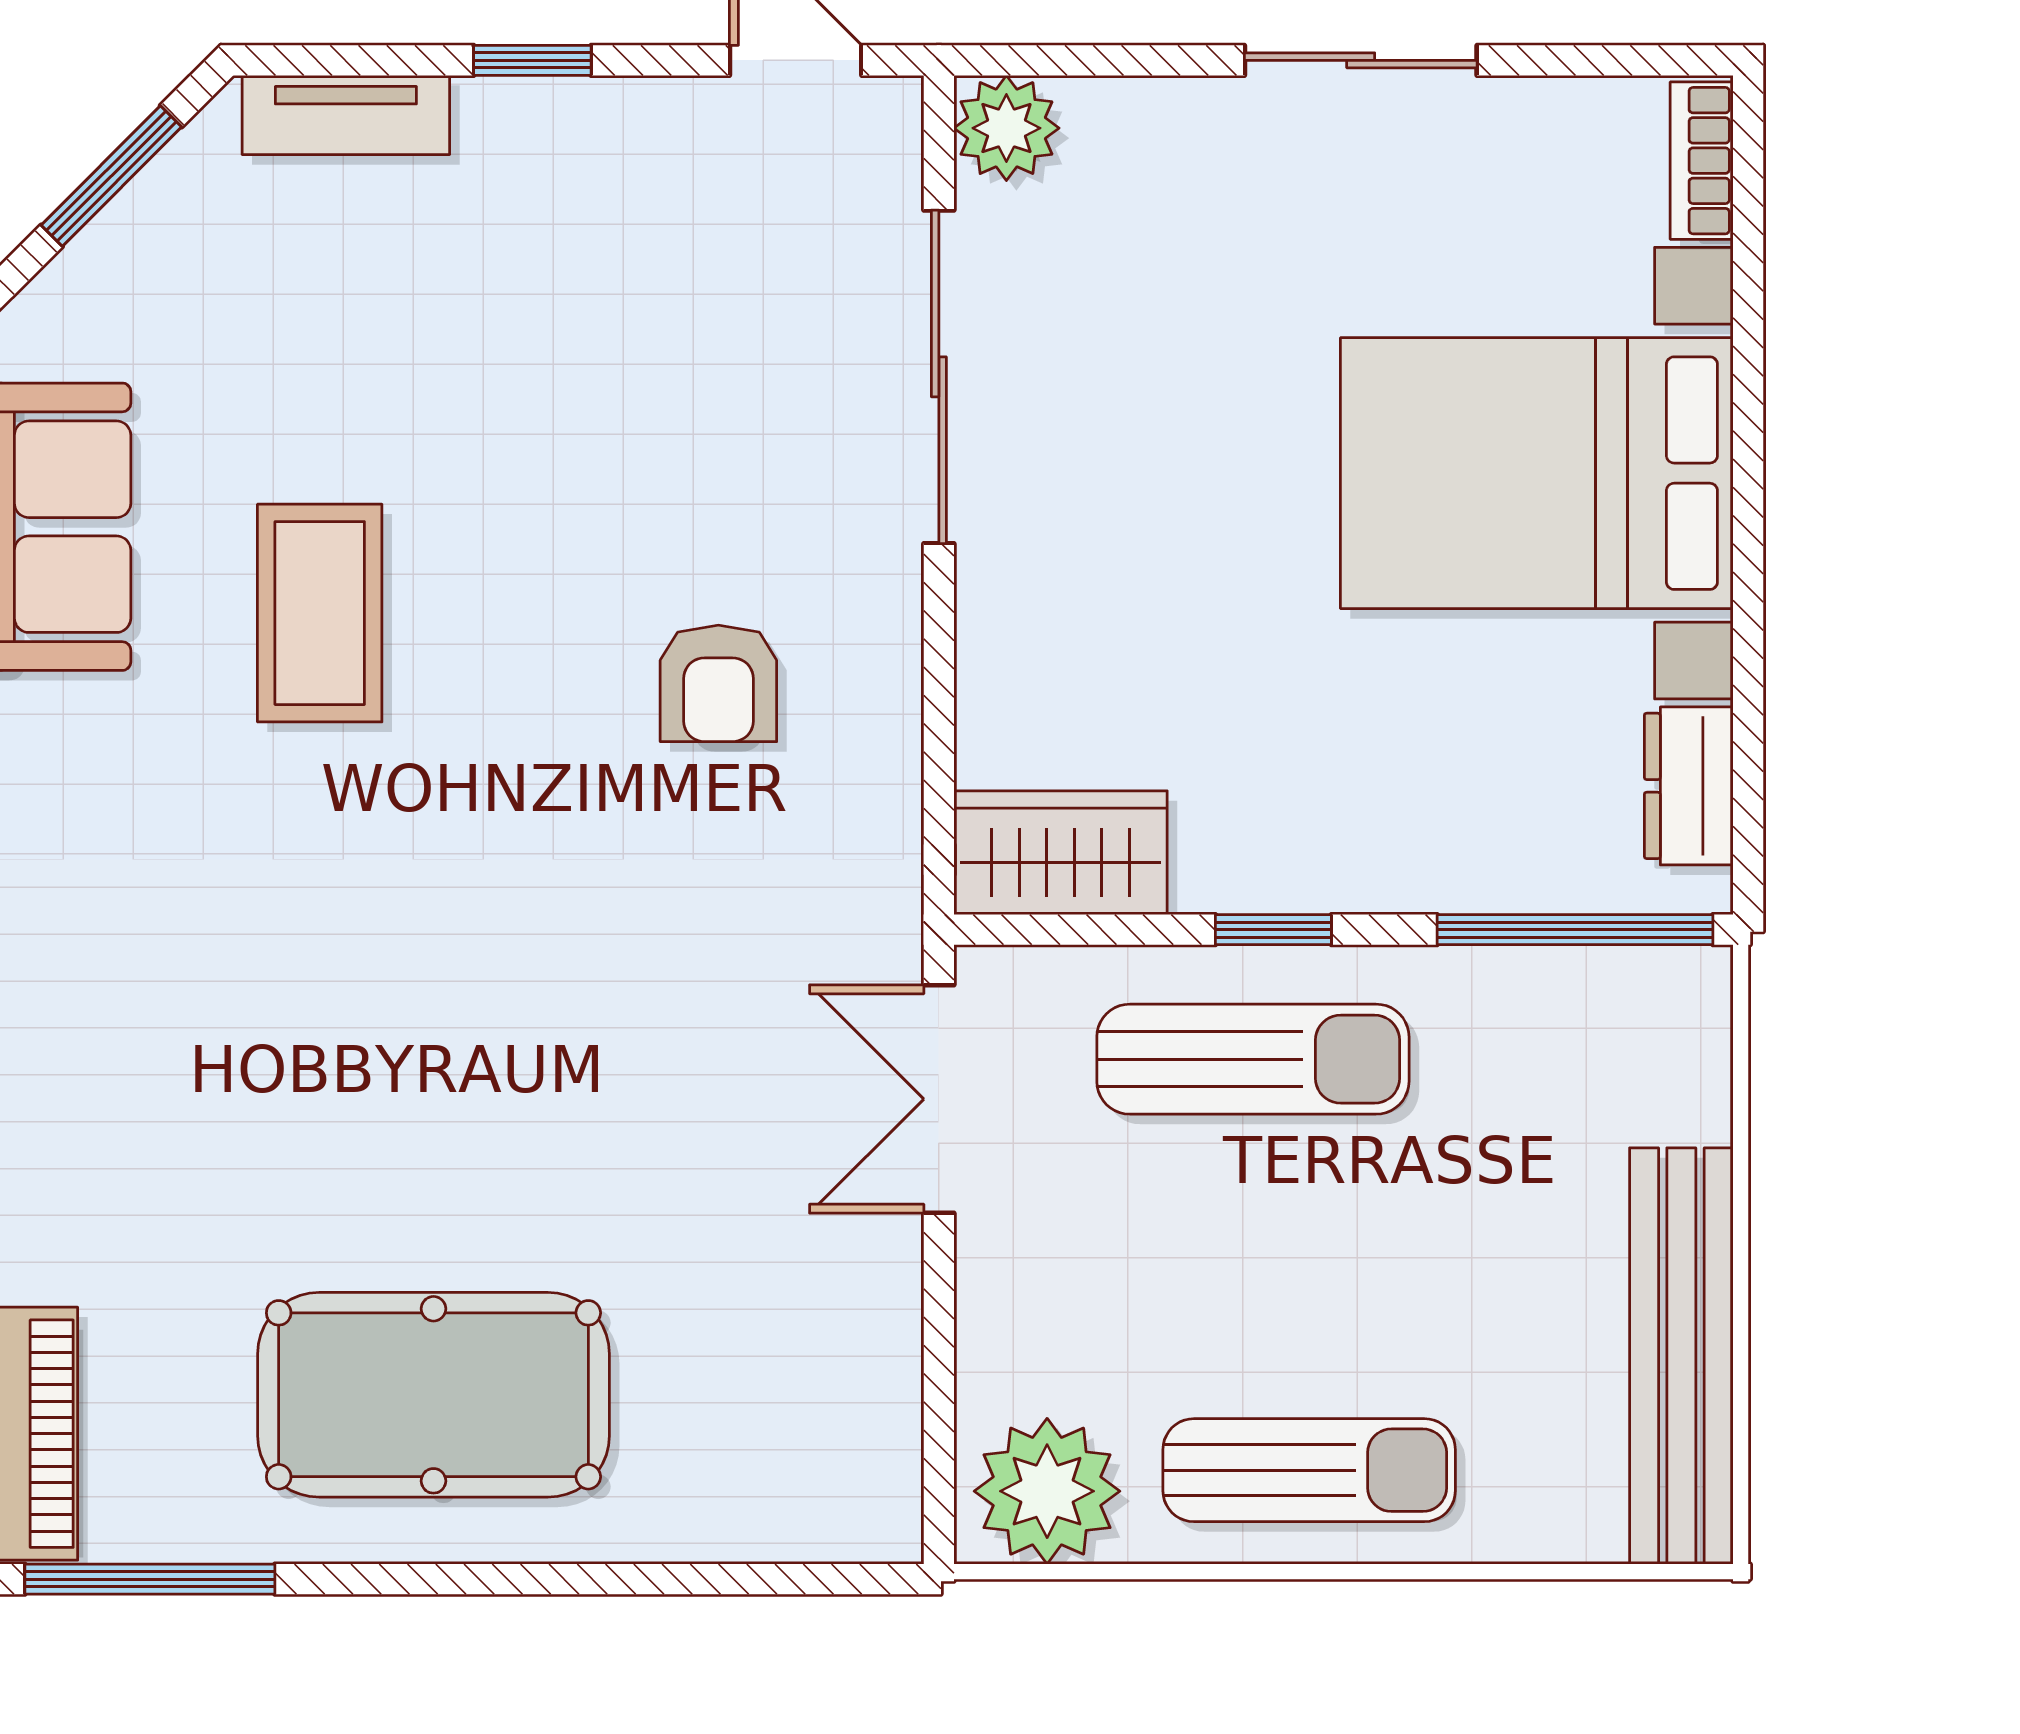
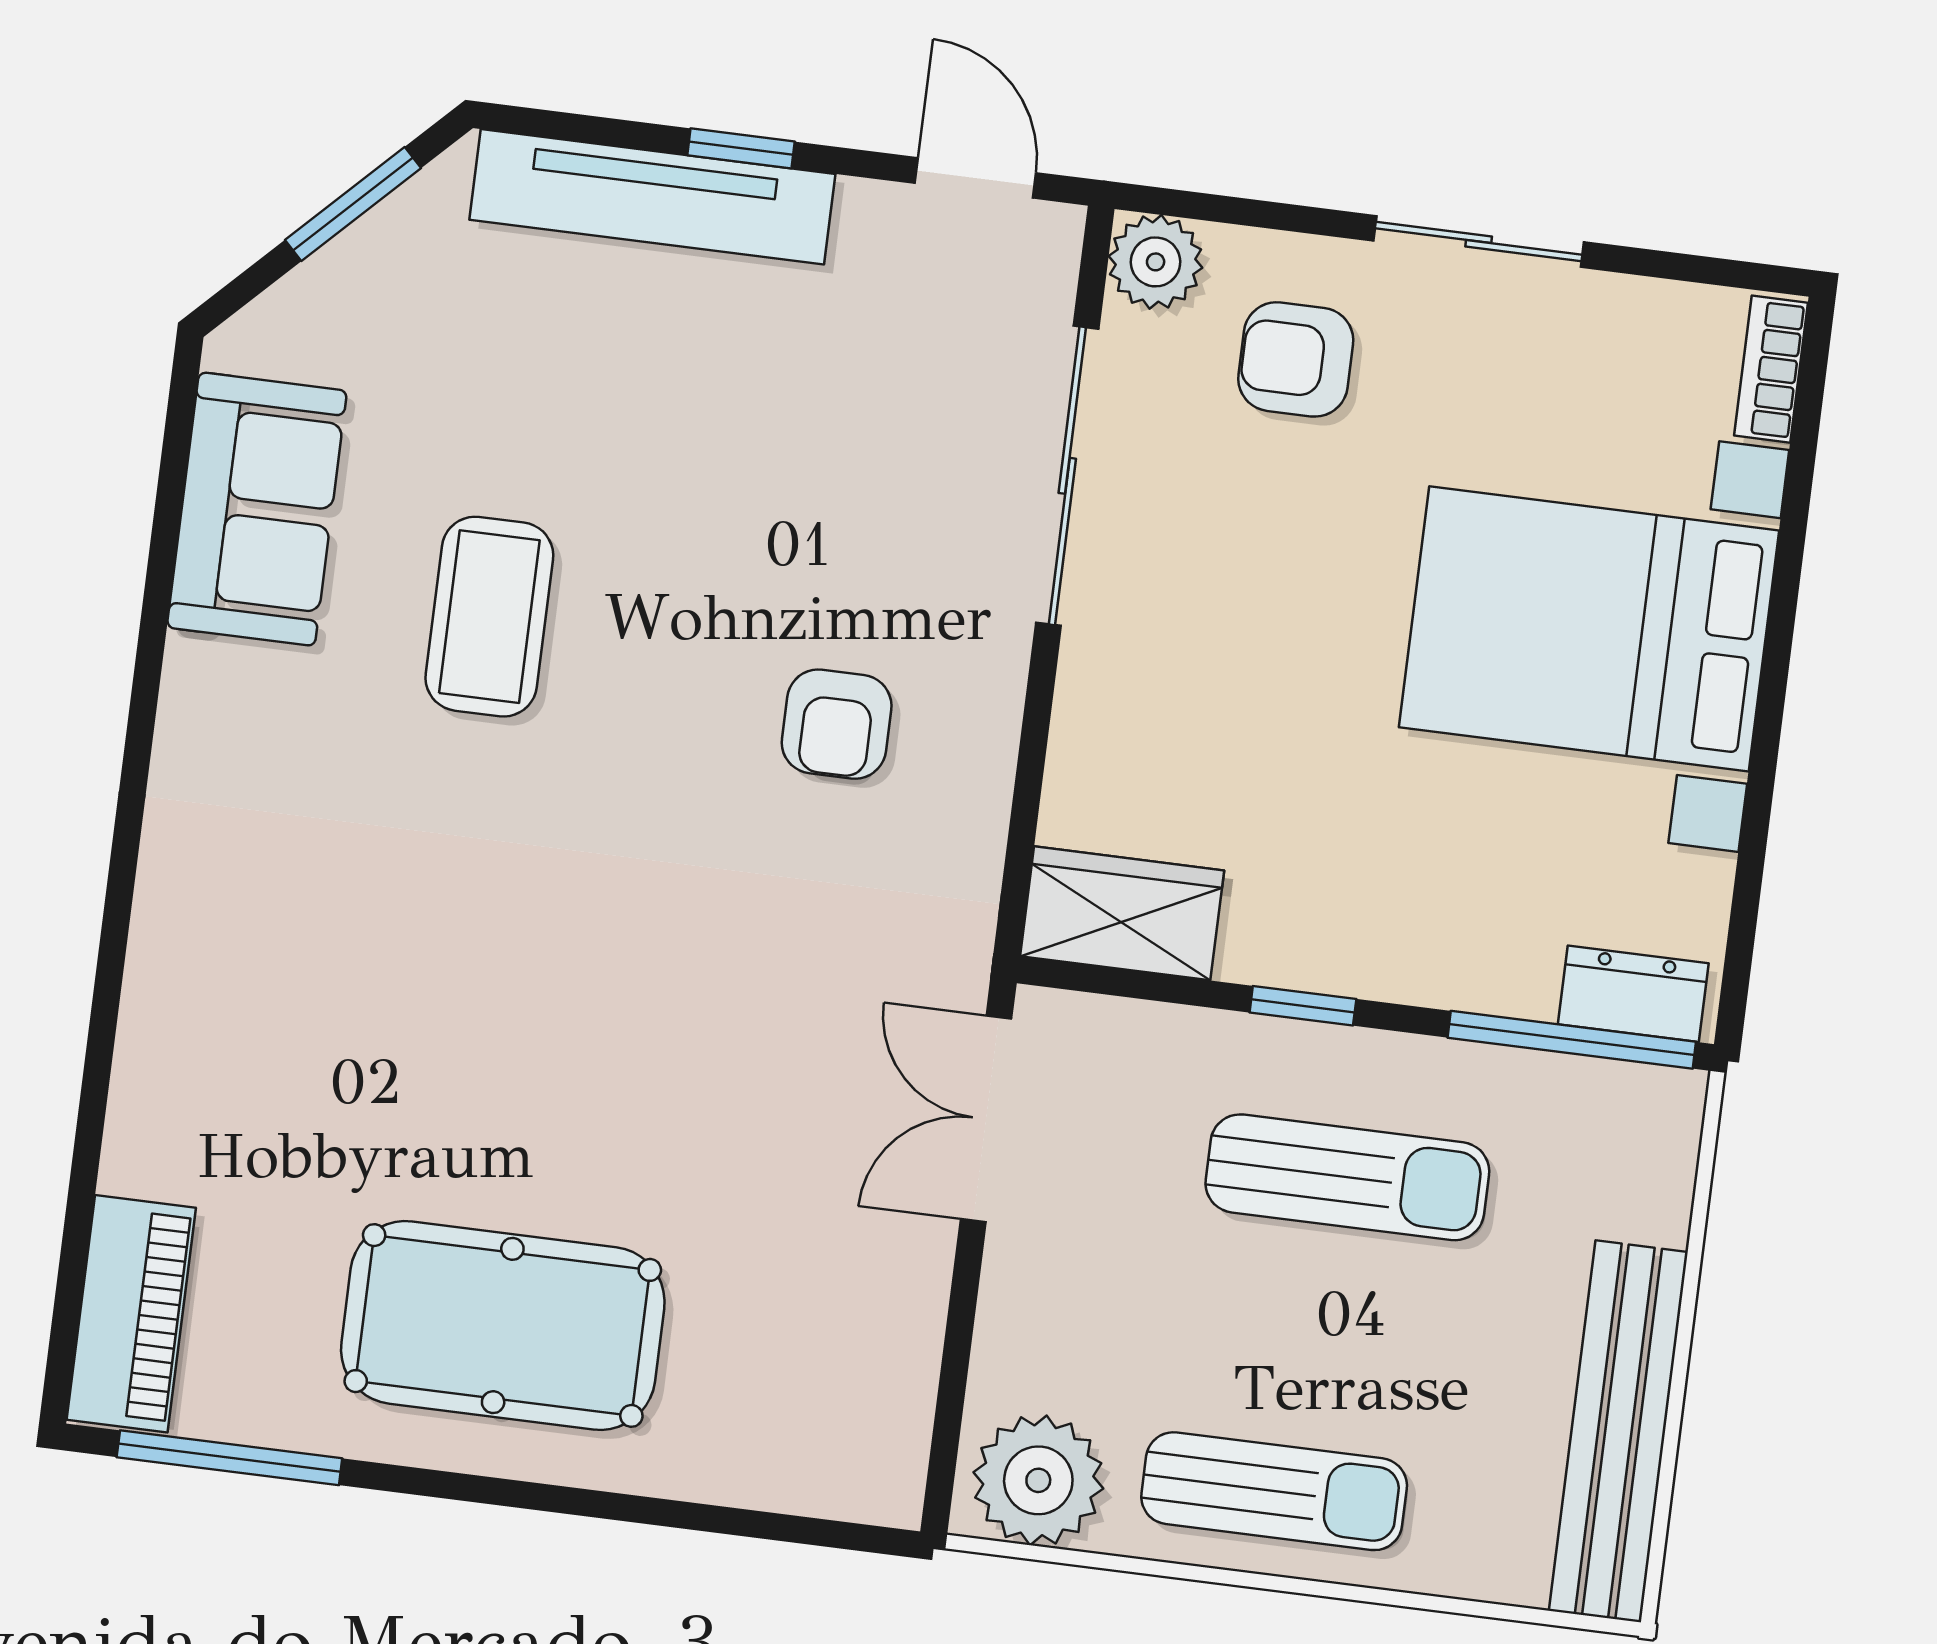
tv unit: (346, 115) -> (652, 197), width x1.92, depth x1.29
armchair: (1175, 216) -> (1296, 359), added
dresser: (1689, 786) -> (1633, 994), moved, turned 90
sun lounger: (1253, 1059) -> (1347, 1177), moved

